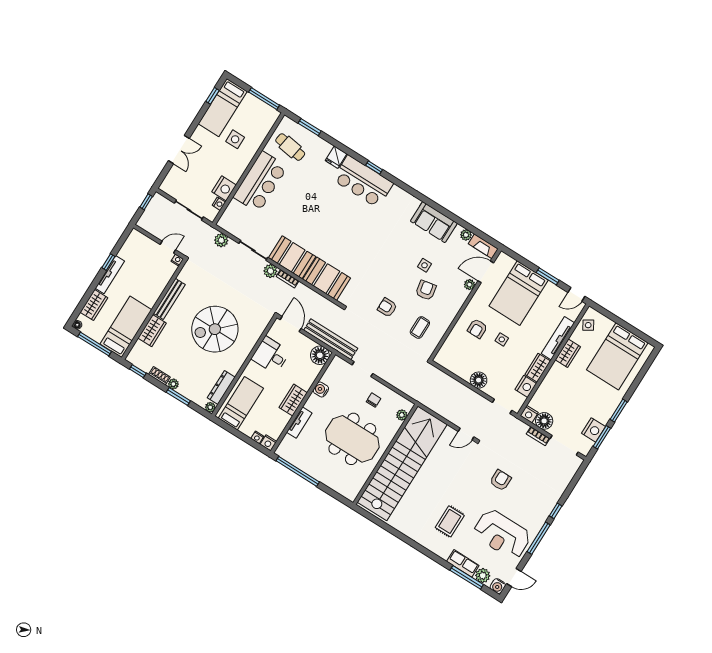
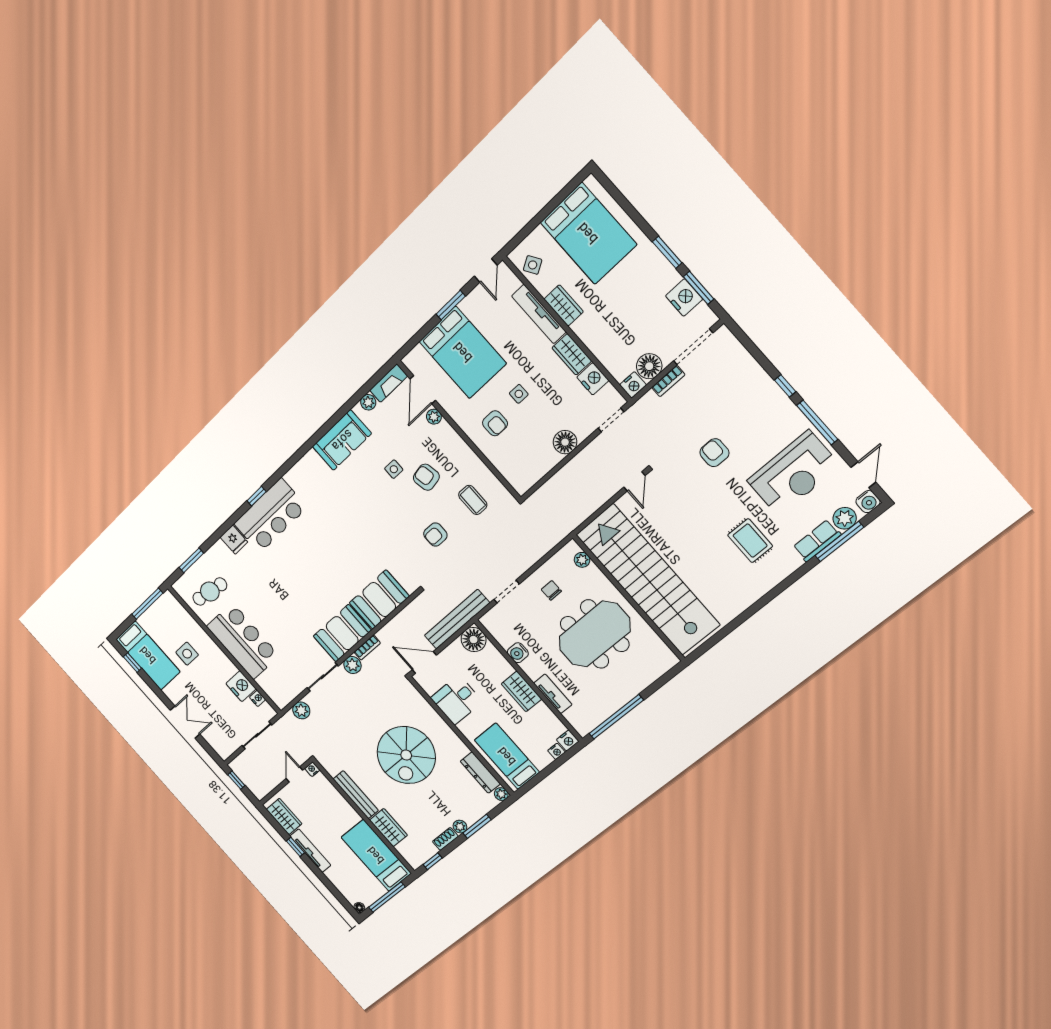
wardrobe: (94, 305) -> (284, 816), moved

